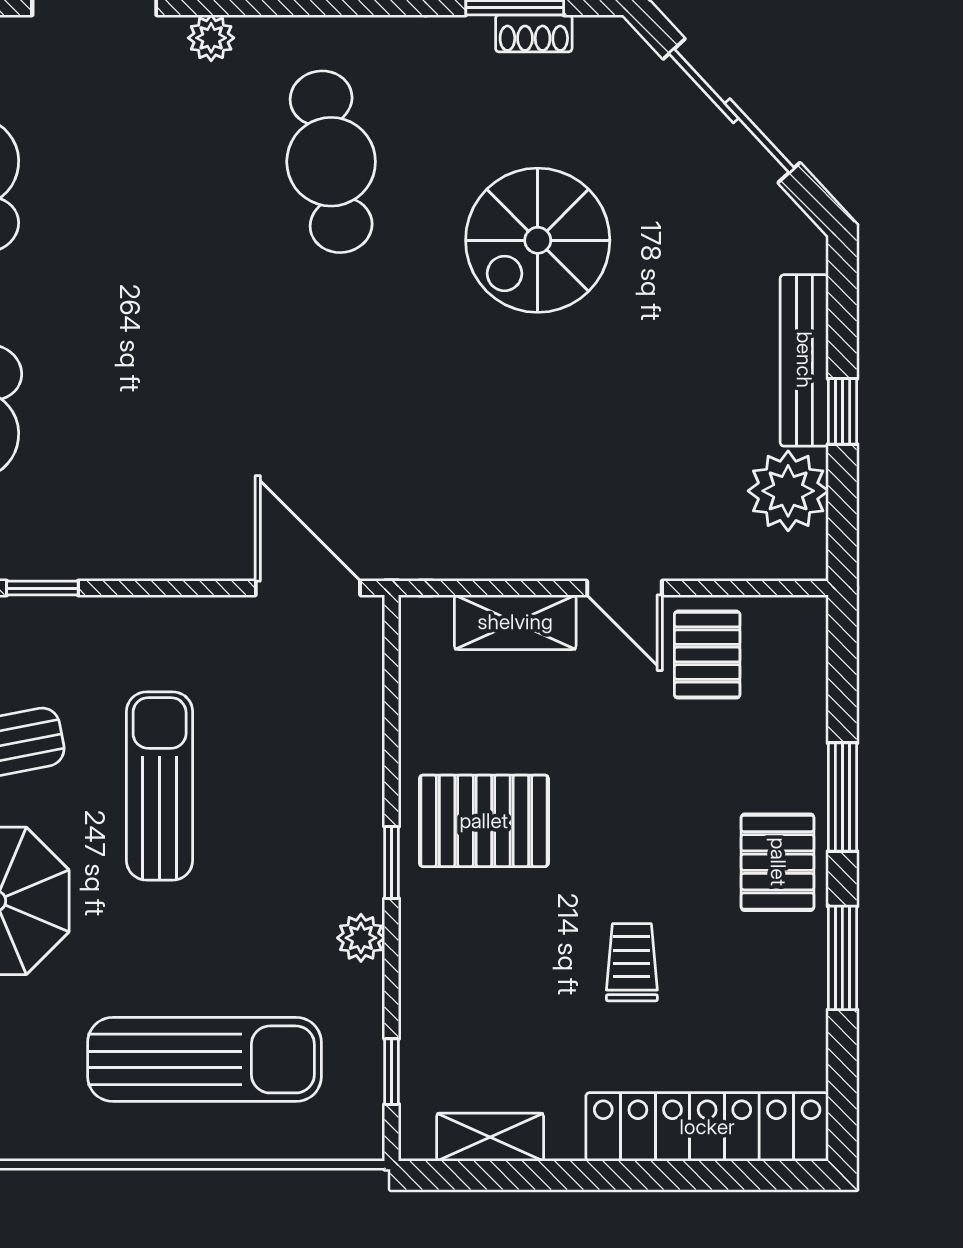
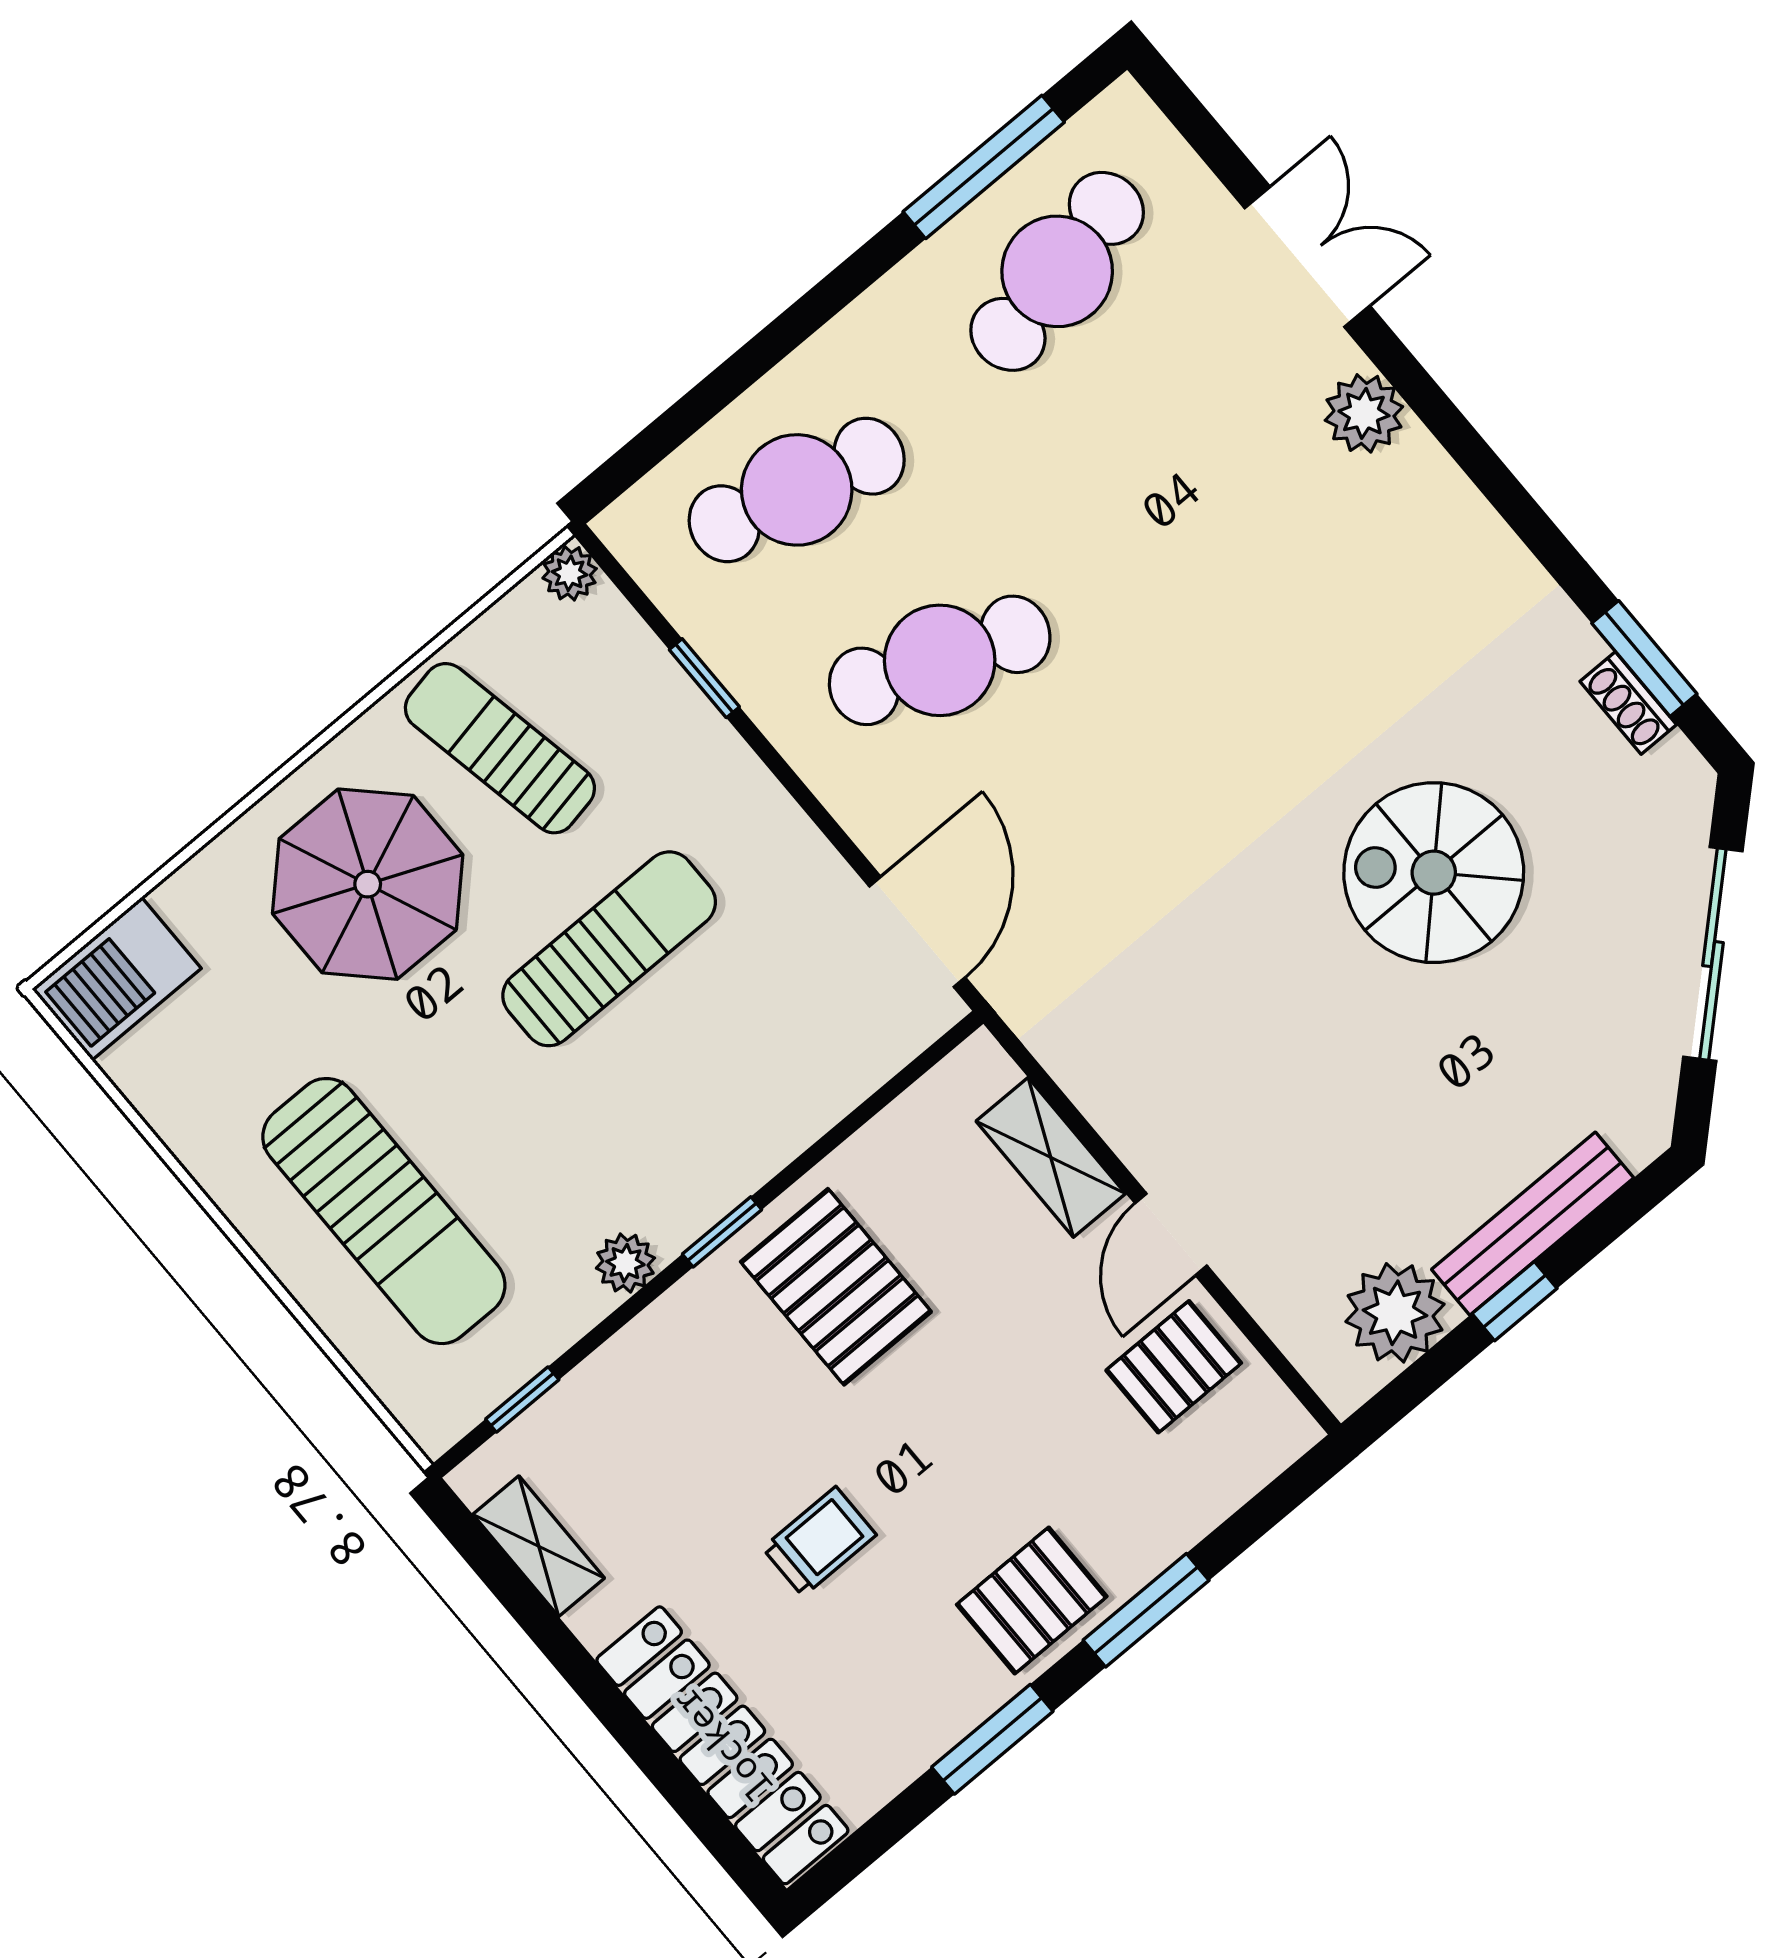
plant: (211, 38) -> (1364, 413), width x1.38, depth x1.38
cafe table: (331, 162) -> (940, 660), moved, turned 30

